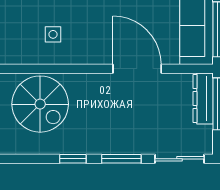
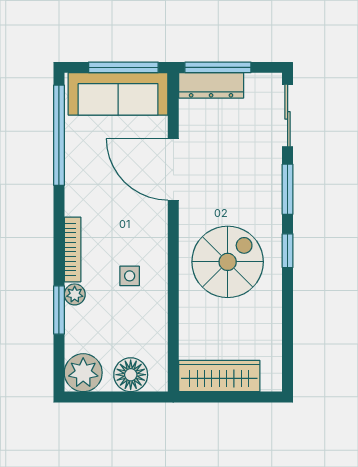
door: (137, 69) -> (173, 169), hinge flipped
spiral stairs: (40, 104) -> (228, 262), moved

